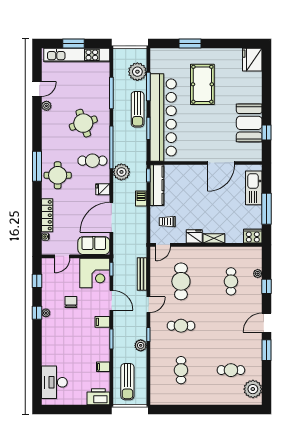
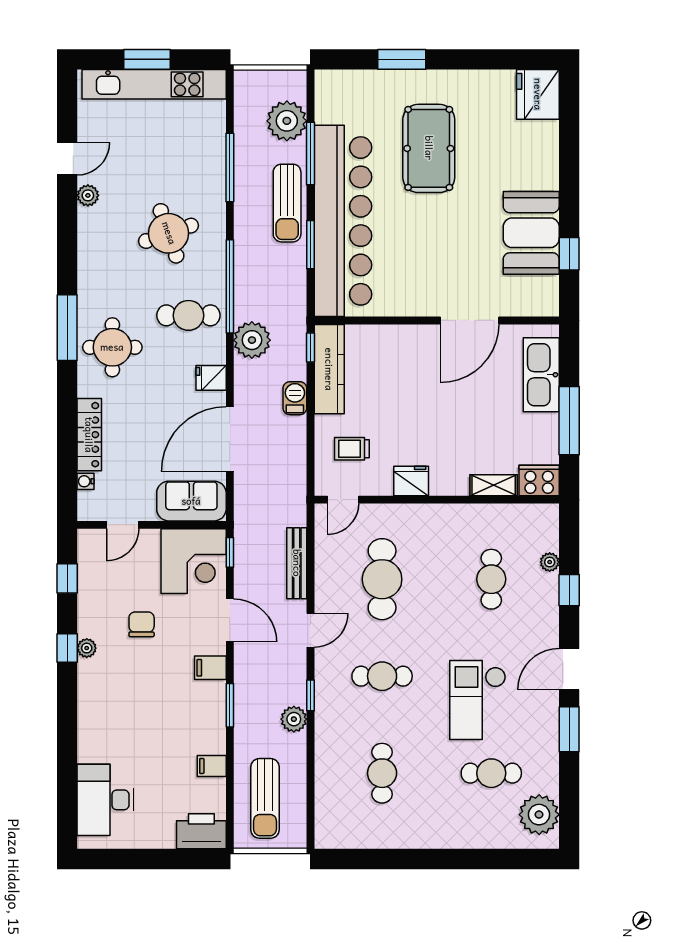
shelving: (214, 238) -> (494, 485), moved
checkout: (225, 337) -> (478, 700), added

